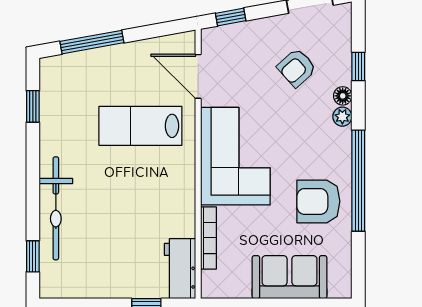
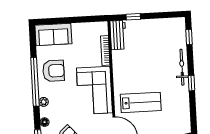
window: (33, 106) -> (192, 83), moved
plant: (342, 117) -> (44, 102), moved
bicycle: (56, 208) -> (182, 67), width x0.73, depth x0.71
sofa: (289, 277) -> (53, 34), moved

